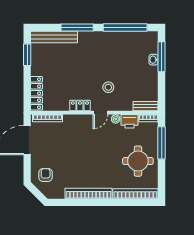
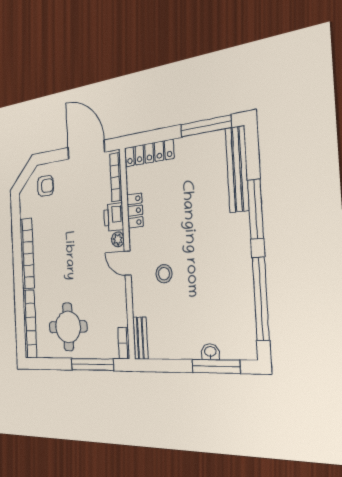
window: (27, 55) -> (206, 126), width x1.44
locker: (80, 105) -> (135, 211), moved
plant: (116, 119) -> (118, 239), moved
printer: (130, 121) -> (114, 217), moved

